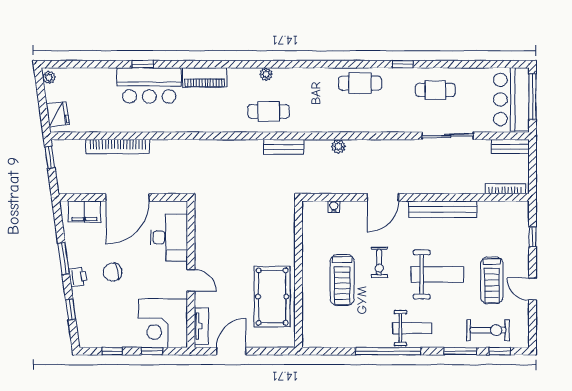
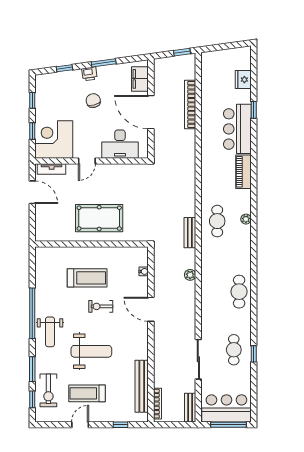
window: (143, 64) -> (254, 110), moved
window: (403, 64) -> (254, 354), moved
plant: (49, 77) -> (243, 52), removed
fridge: (58, 114) -> (243, 80), moved, turned 98
bench: (443, 209) -> (142, 386), moved
weight bench: (437, 275) -> (91, 351), turned -90
treadmill: (342, 280) -> (87, 278), turned 180
pool table: (272, 297) -> (99, 218), moved

